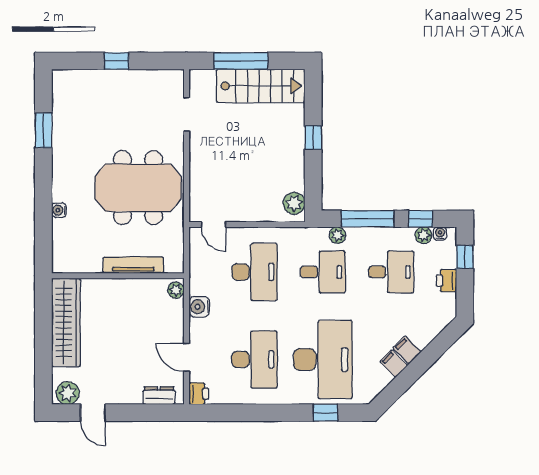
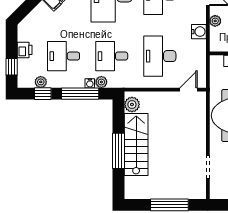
stairs: (261, 86) -> (136, 145), moved, turned 90
window: (313, 138) -> (119, 151), width x2.17
door: (214, 225) -> (189, 90), hinge flipped
water cooler: (440, 233) -> (90, 83), moved
plant: (176, 290) -> (215, 21), moved

